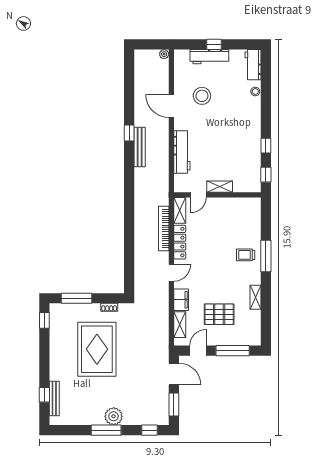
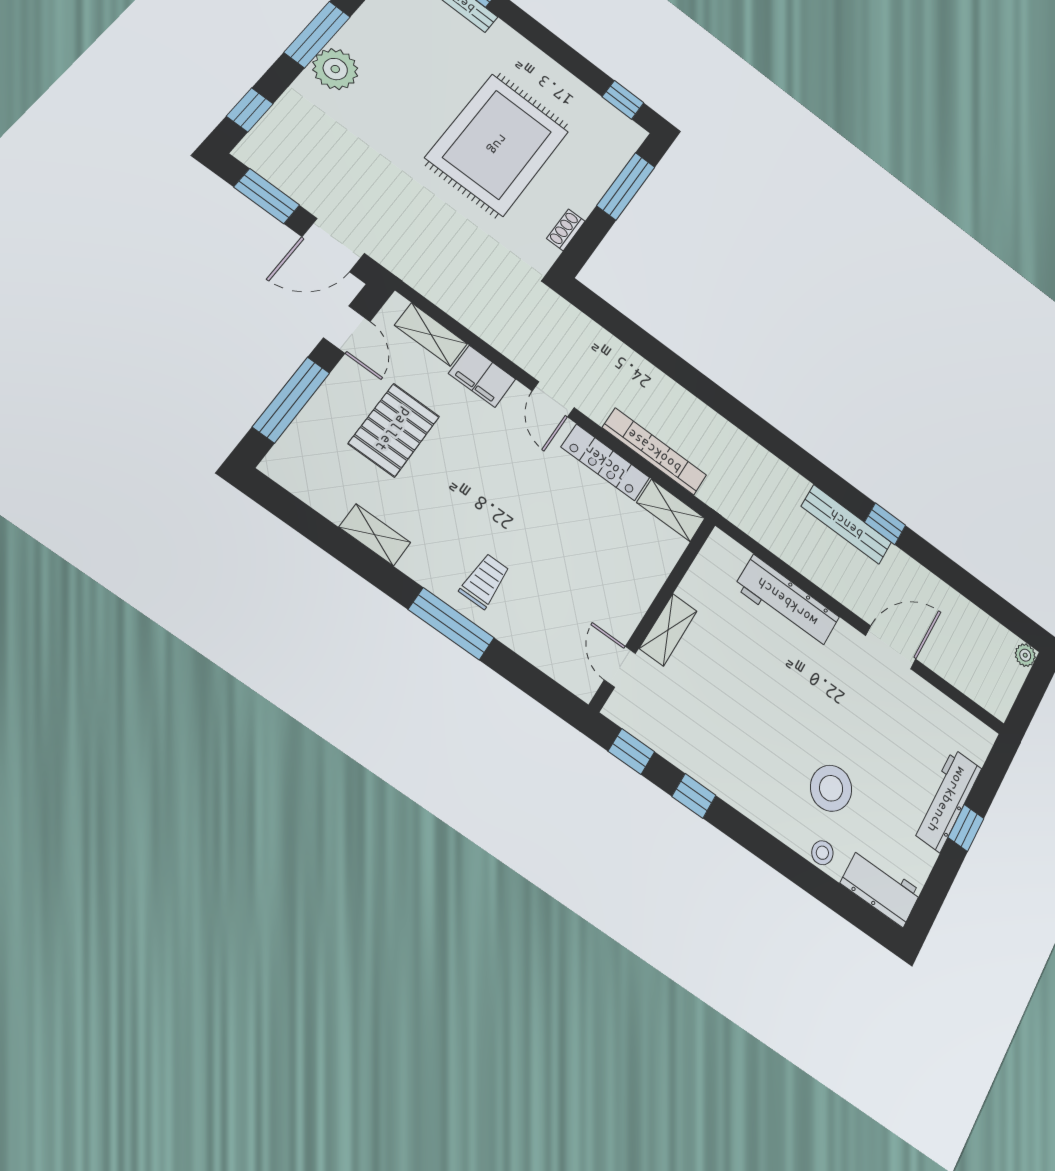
plant: (164, 54) -> (1025, 655), moved
stool: (202, 96) -> (831, 788), moved
door: (198, 195) -> (620, 667), moved
rug: (97, 349) -> (498, 145), turned 90

